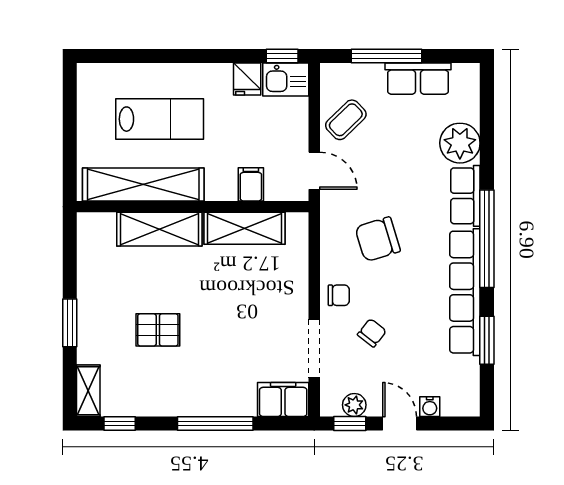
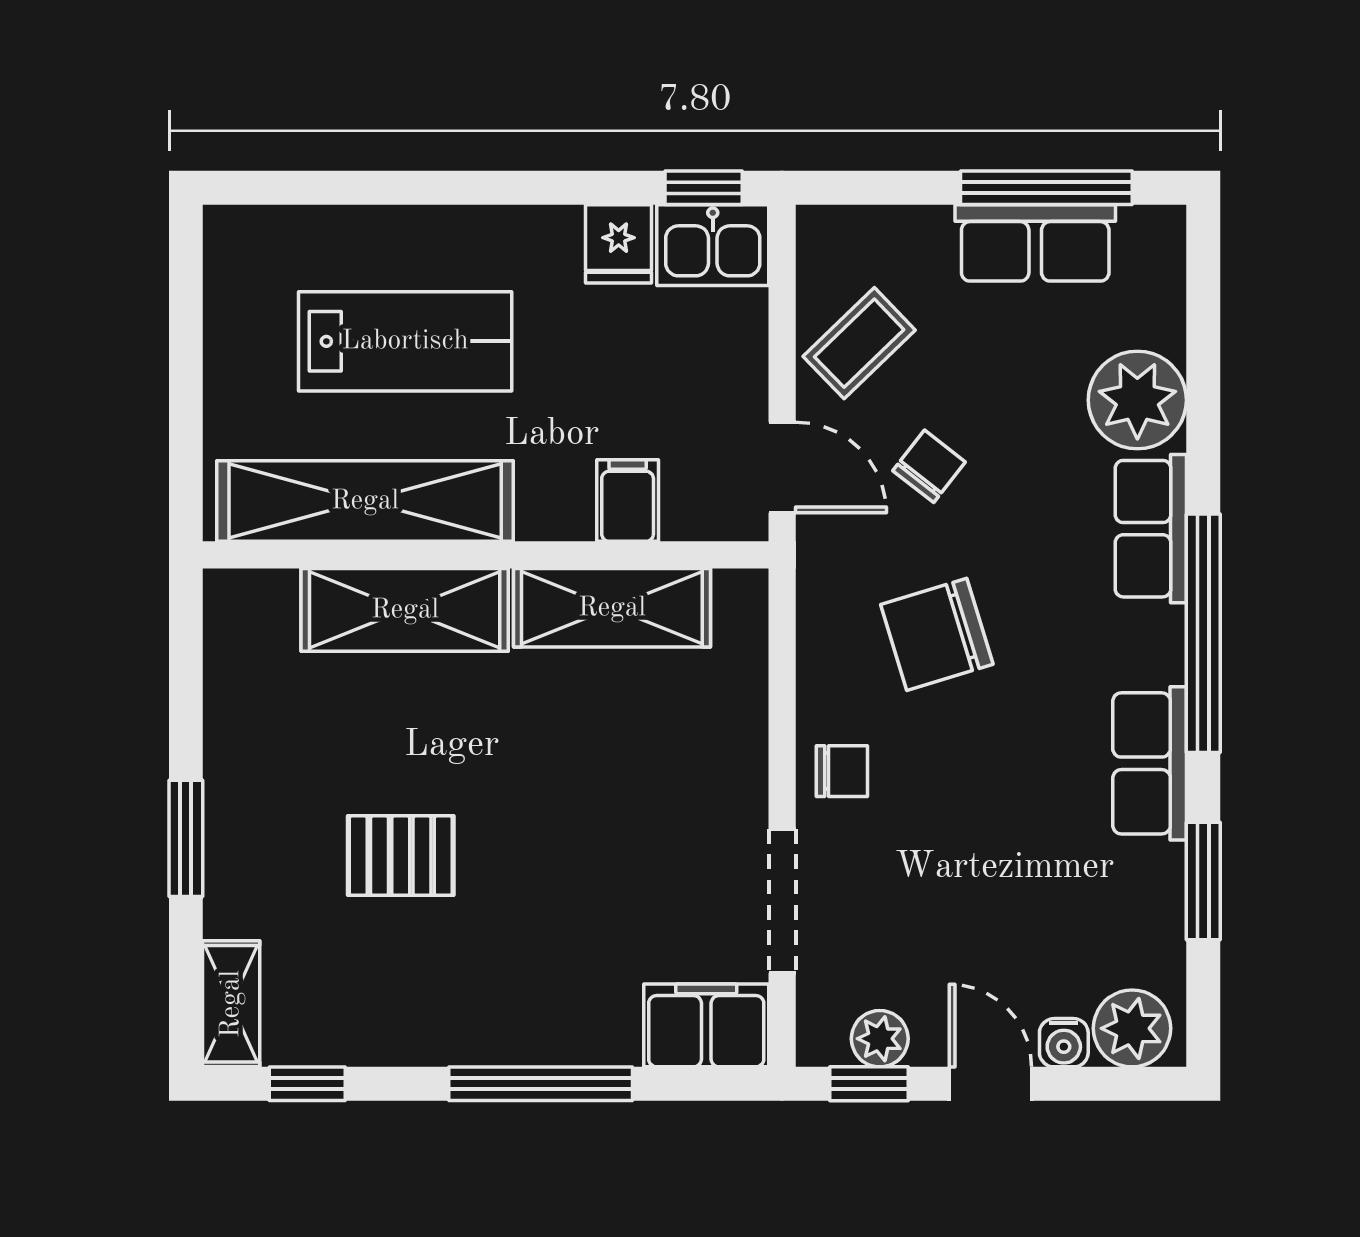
window: (386, 56) -> (1046, 188), moved
row of seats: (465, 292) -> (1150, 763), width x0.50
chair: (372, 333) -> (929, 466), moved
plant: (458, 401) -> (1132, 1028), added

